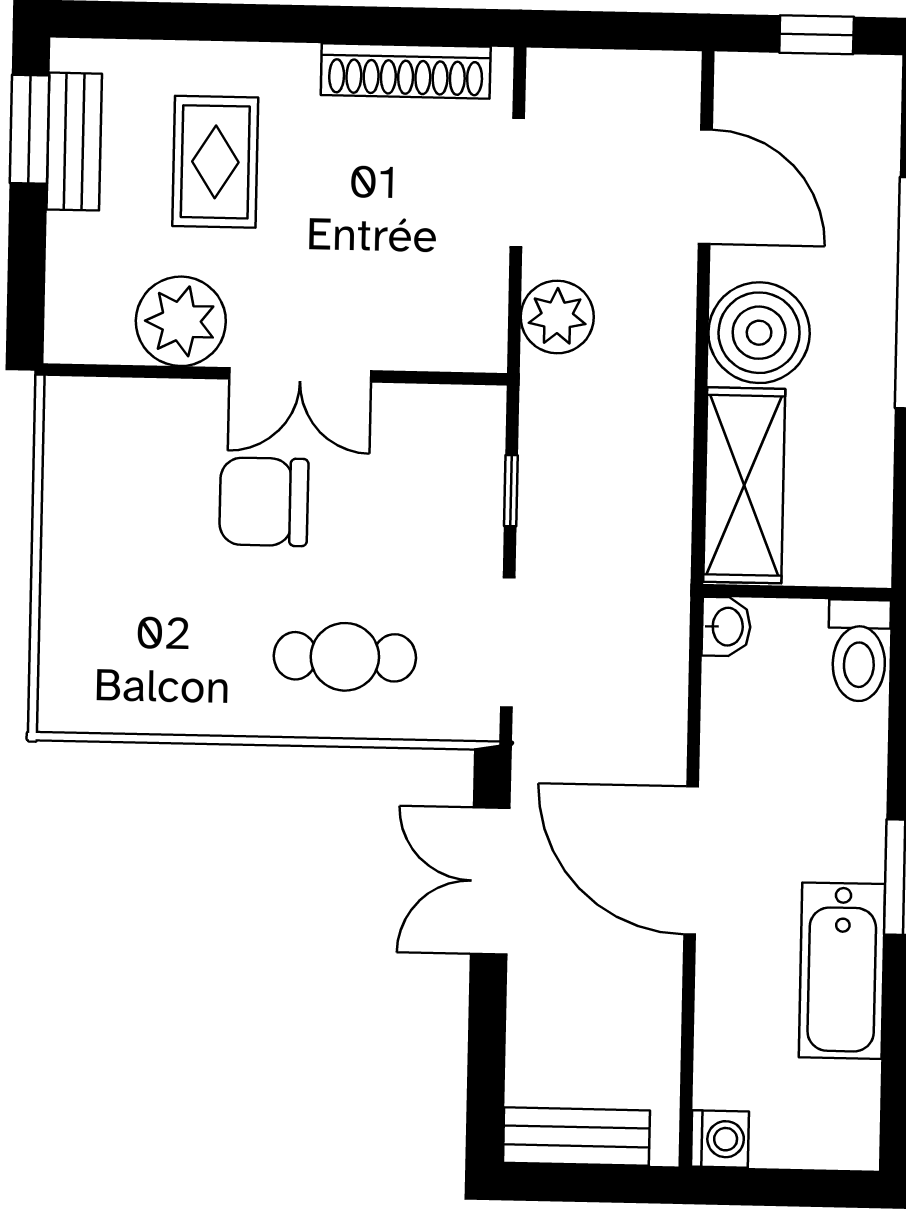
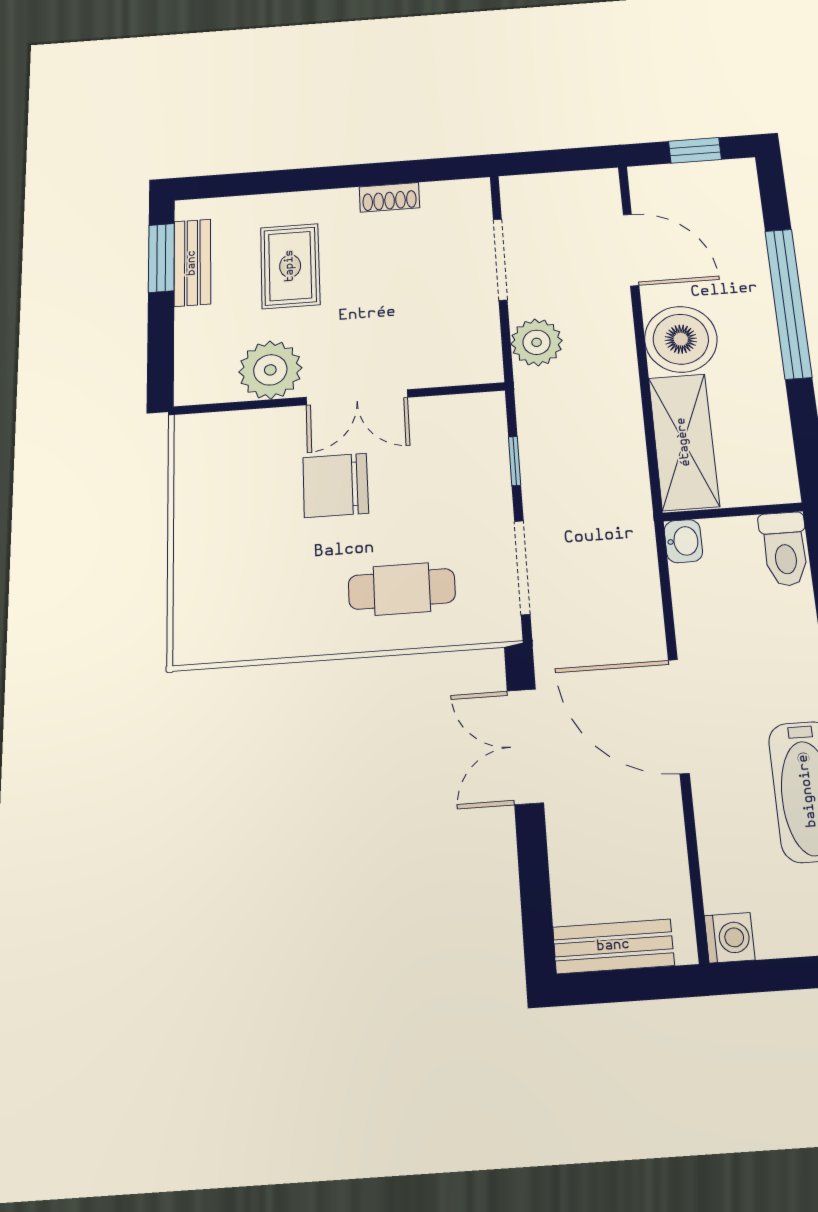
shoe rack: (406, 71) -> (389, 197), width x0.51, depth x0.81

